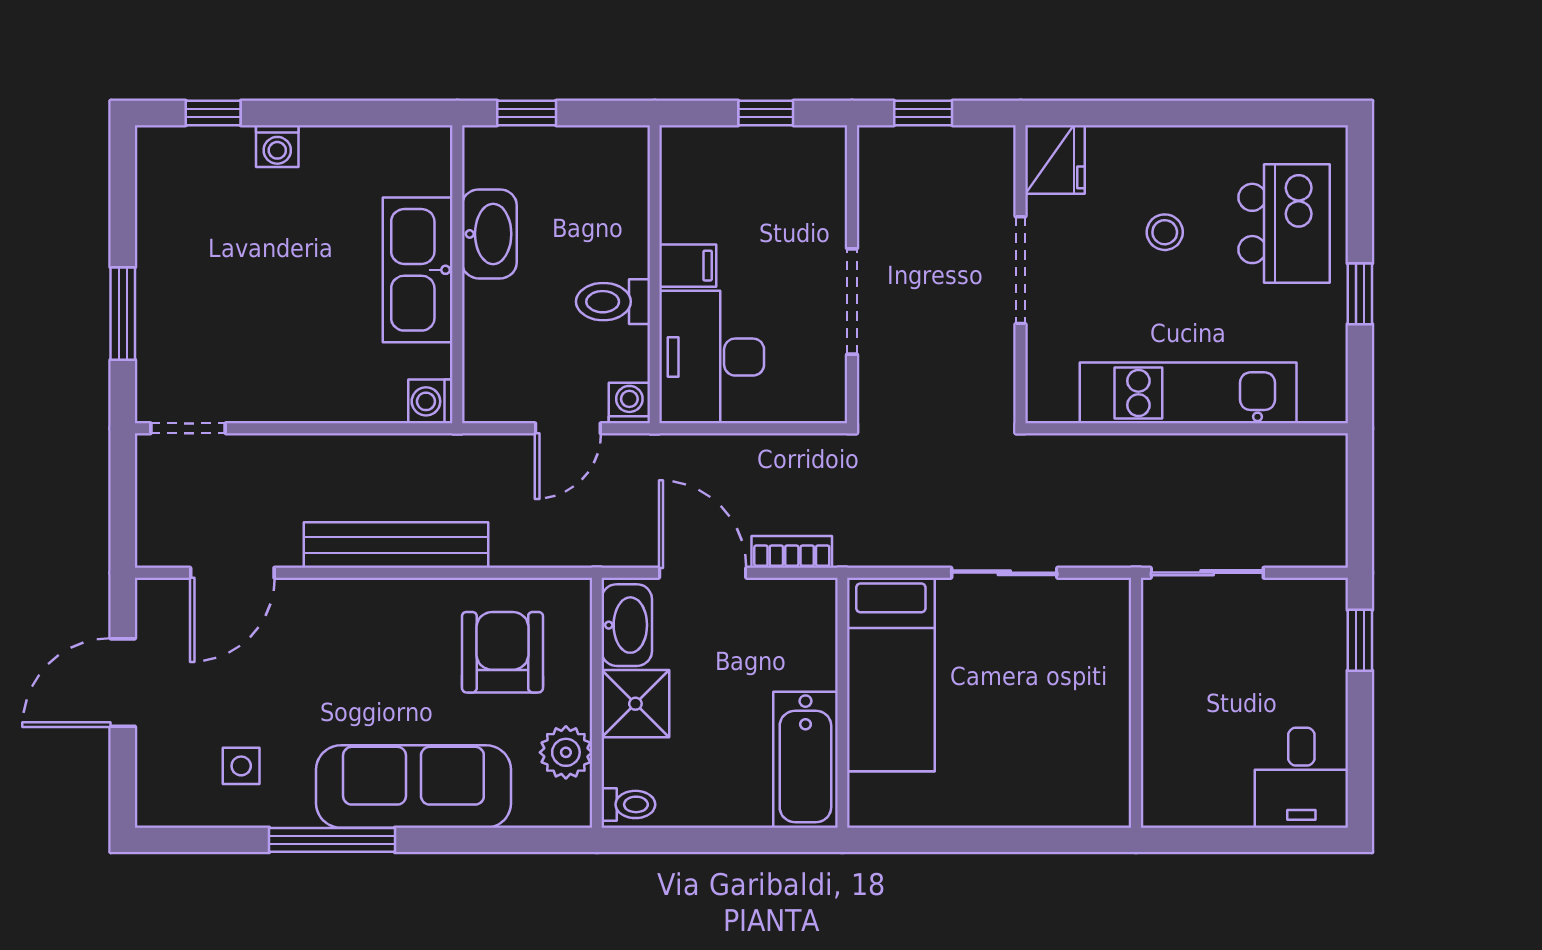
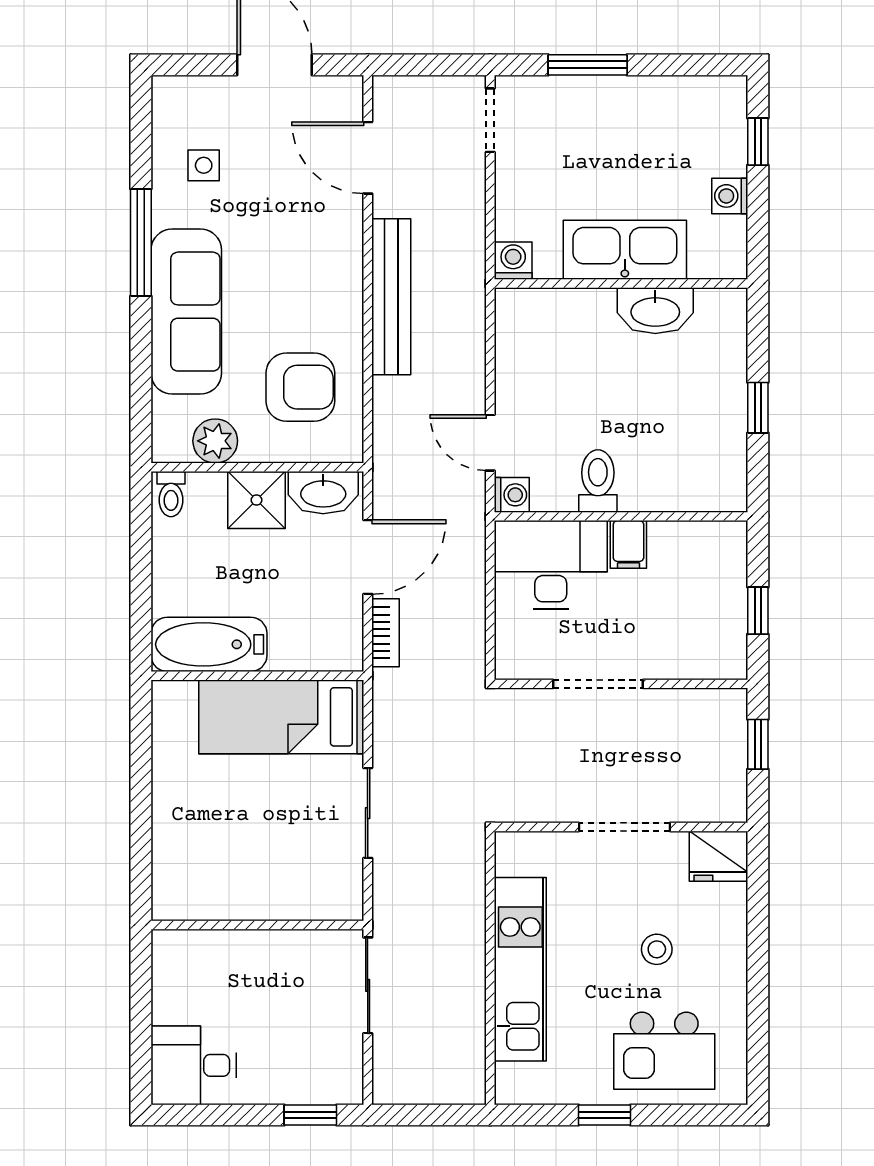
washbasin: (489, 234) -> (655, 311), moved
kitchen sink: (418, 270) -> (625, 250), moved
wall: (457, 274) -> (621, 283), moved
washing machine: (430, 401) -> (513, 261), moved

